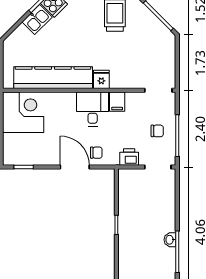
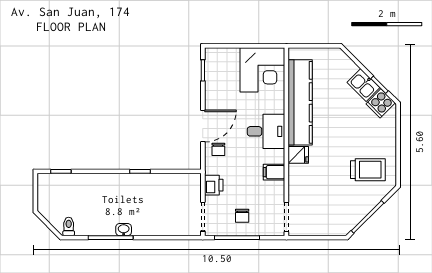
desk: (93, 109) -> (266, 131), moved

